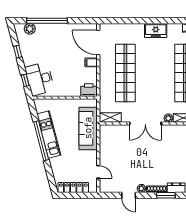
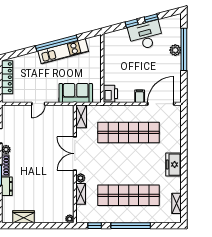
plant: (30, 29) -> (175, 50), moved
desk: (40, 79) -> (146, 35), moved
window: (25, 80) -> (132, 23), moved
sofa: (88, 128) -> (76, 93), width x0.73
door: (98, 172) -> (38, 104), moved

